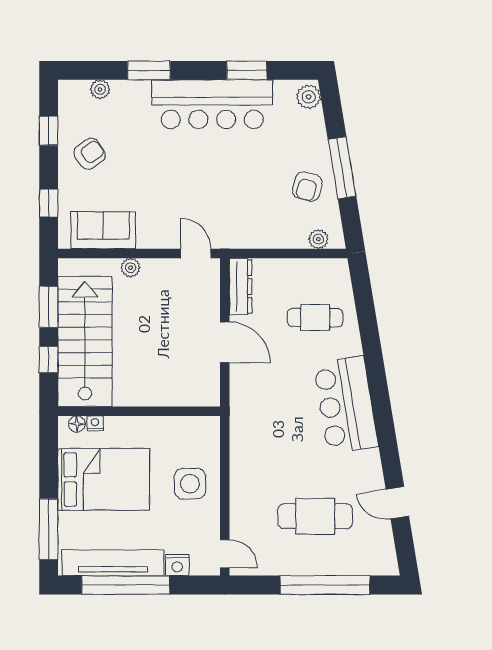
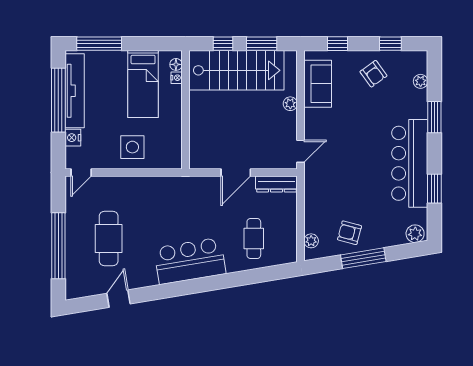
bed: (104, 479) -> (143, 84), width x0.67

